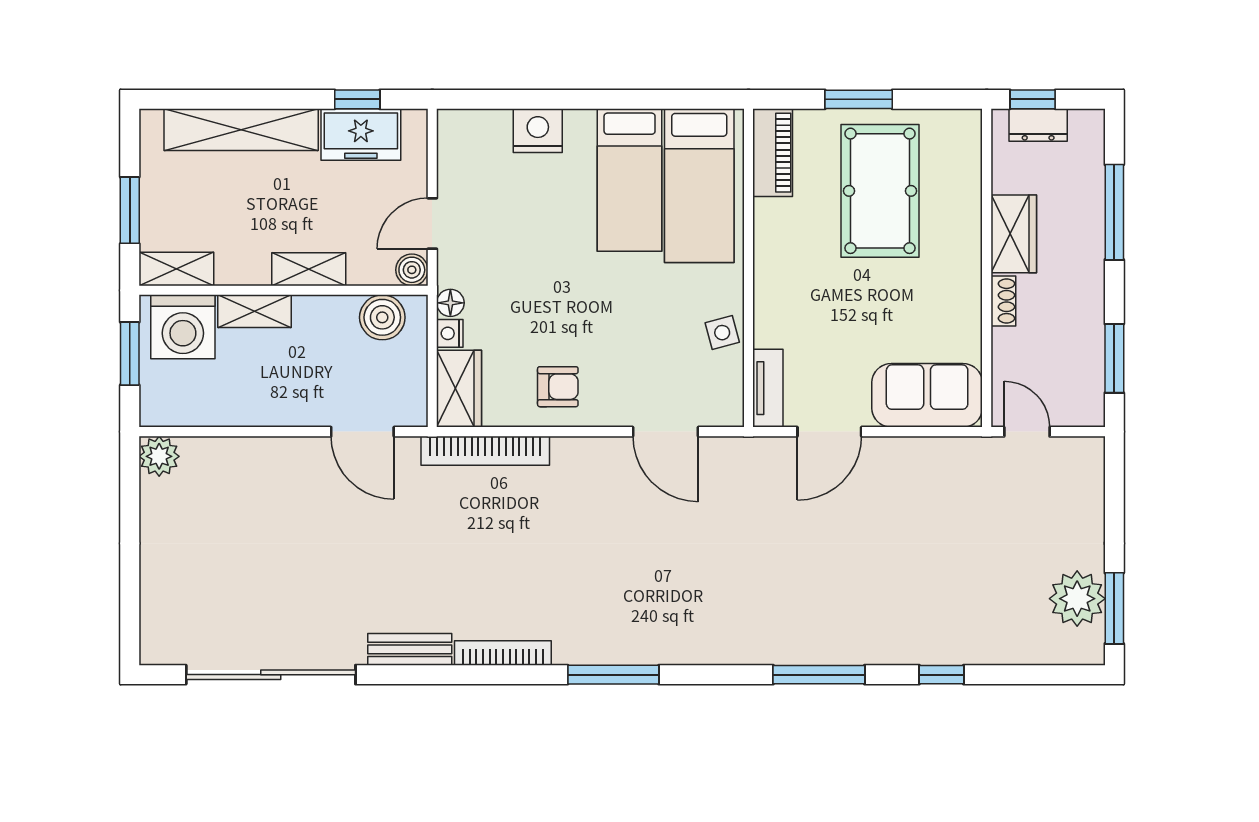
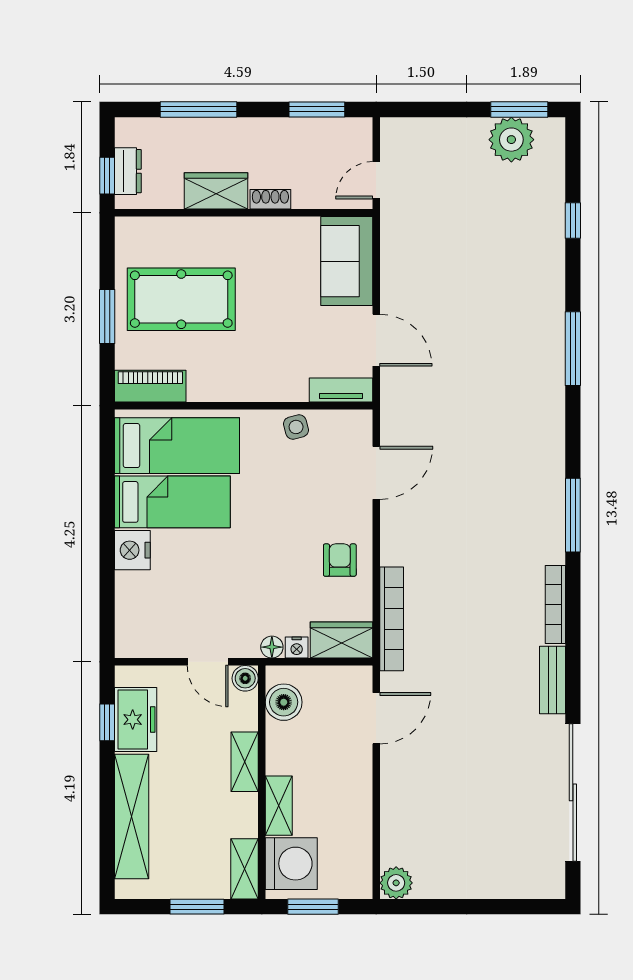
nightstand: (538, 131) -> (132, 550), moved
window: (941, 675) -> (573, 220), moved

